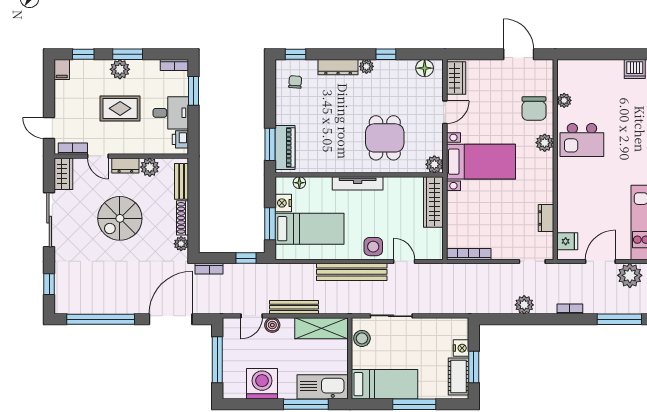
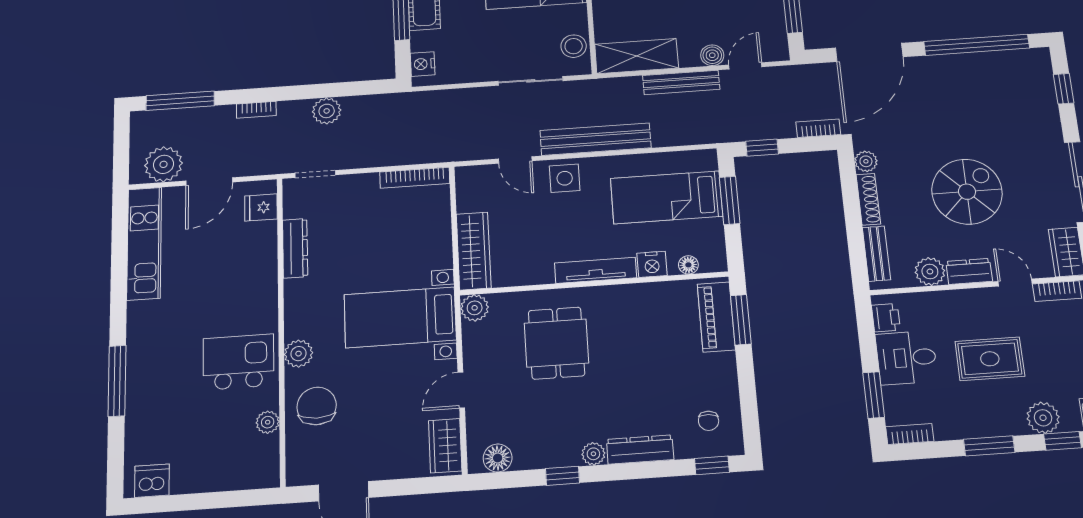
plant: (120, 69) -> (1043, 418), moved
nightstand: (283, 203) -> (652, 264), moved, turned 90
dresser: (546, 218) -> (295, 248), width x1.44
nightstand: (461, 348) -> (423, 64), moved

